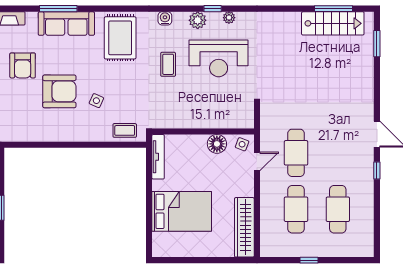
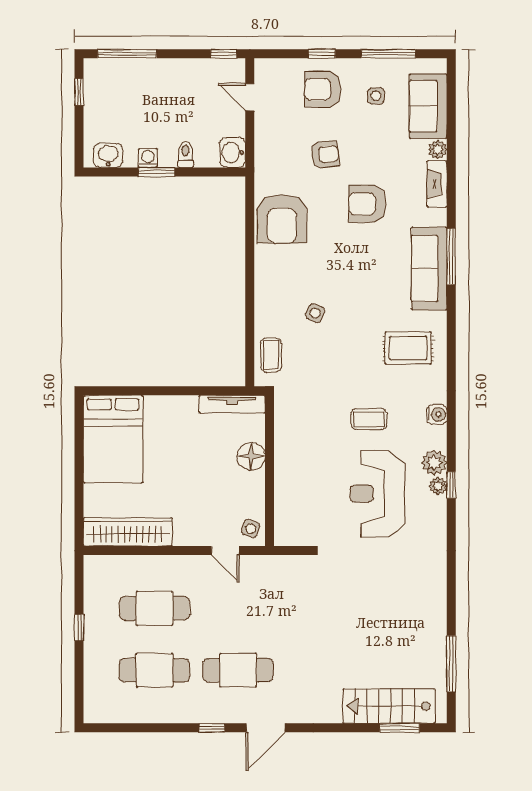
plant: (229, 18) -> (438, 486), moved
stairs: (333, 23) -> (389, 706), moved, turned 90
rug: (120, 38) -> (408, 348), width x0.73, depth x0.70
armchair: (59, 91) -> (282, 219), moved
floor lamp: (217, 144) -> (251, 456), moved
cafe table: (296, 153) -> (238, 670), moved
bed: (182, 211) -> (113, 439), moved

